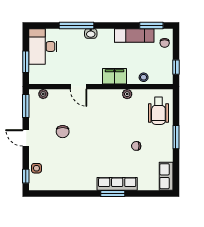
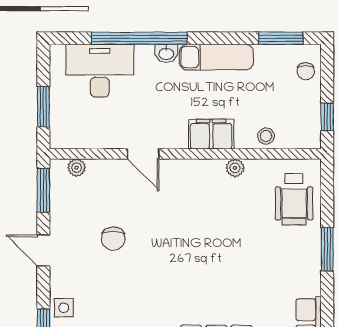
window: (76, 25) -> (139, 38), width x1.46
exam couch: (134, 35) -> (216, 57), moved
desk: (43, 46) -> (100, 71), moved, turned 90
chair: (136, 146) -> (252, 266), removed

